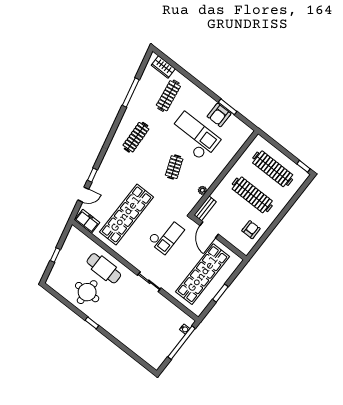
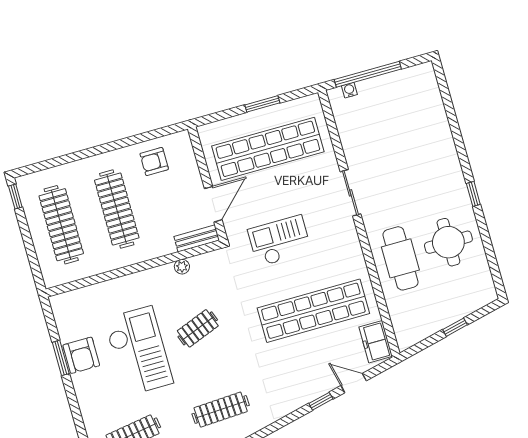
armchair: (219, 115) -> (81, 355), turned 90
checkout: (194, 136) -> (139, 351), turned 180

